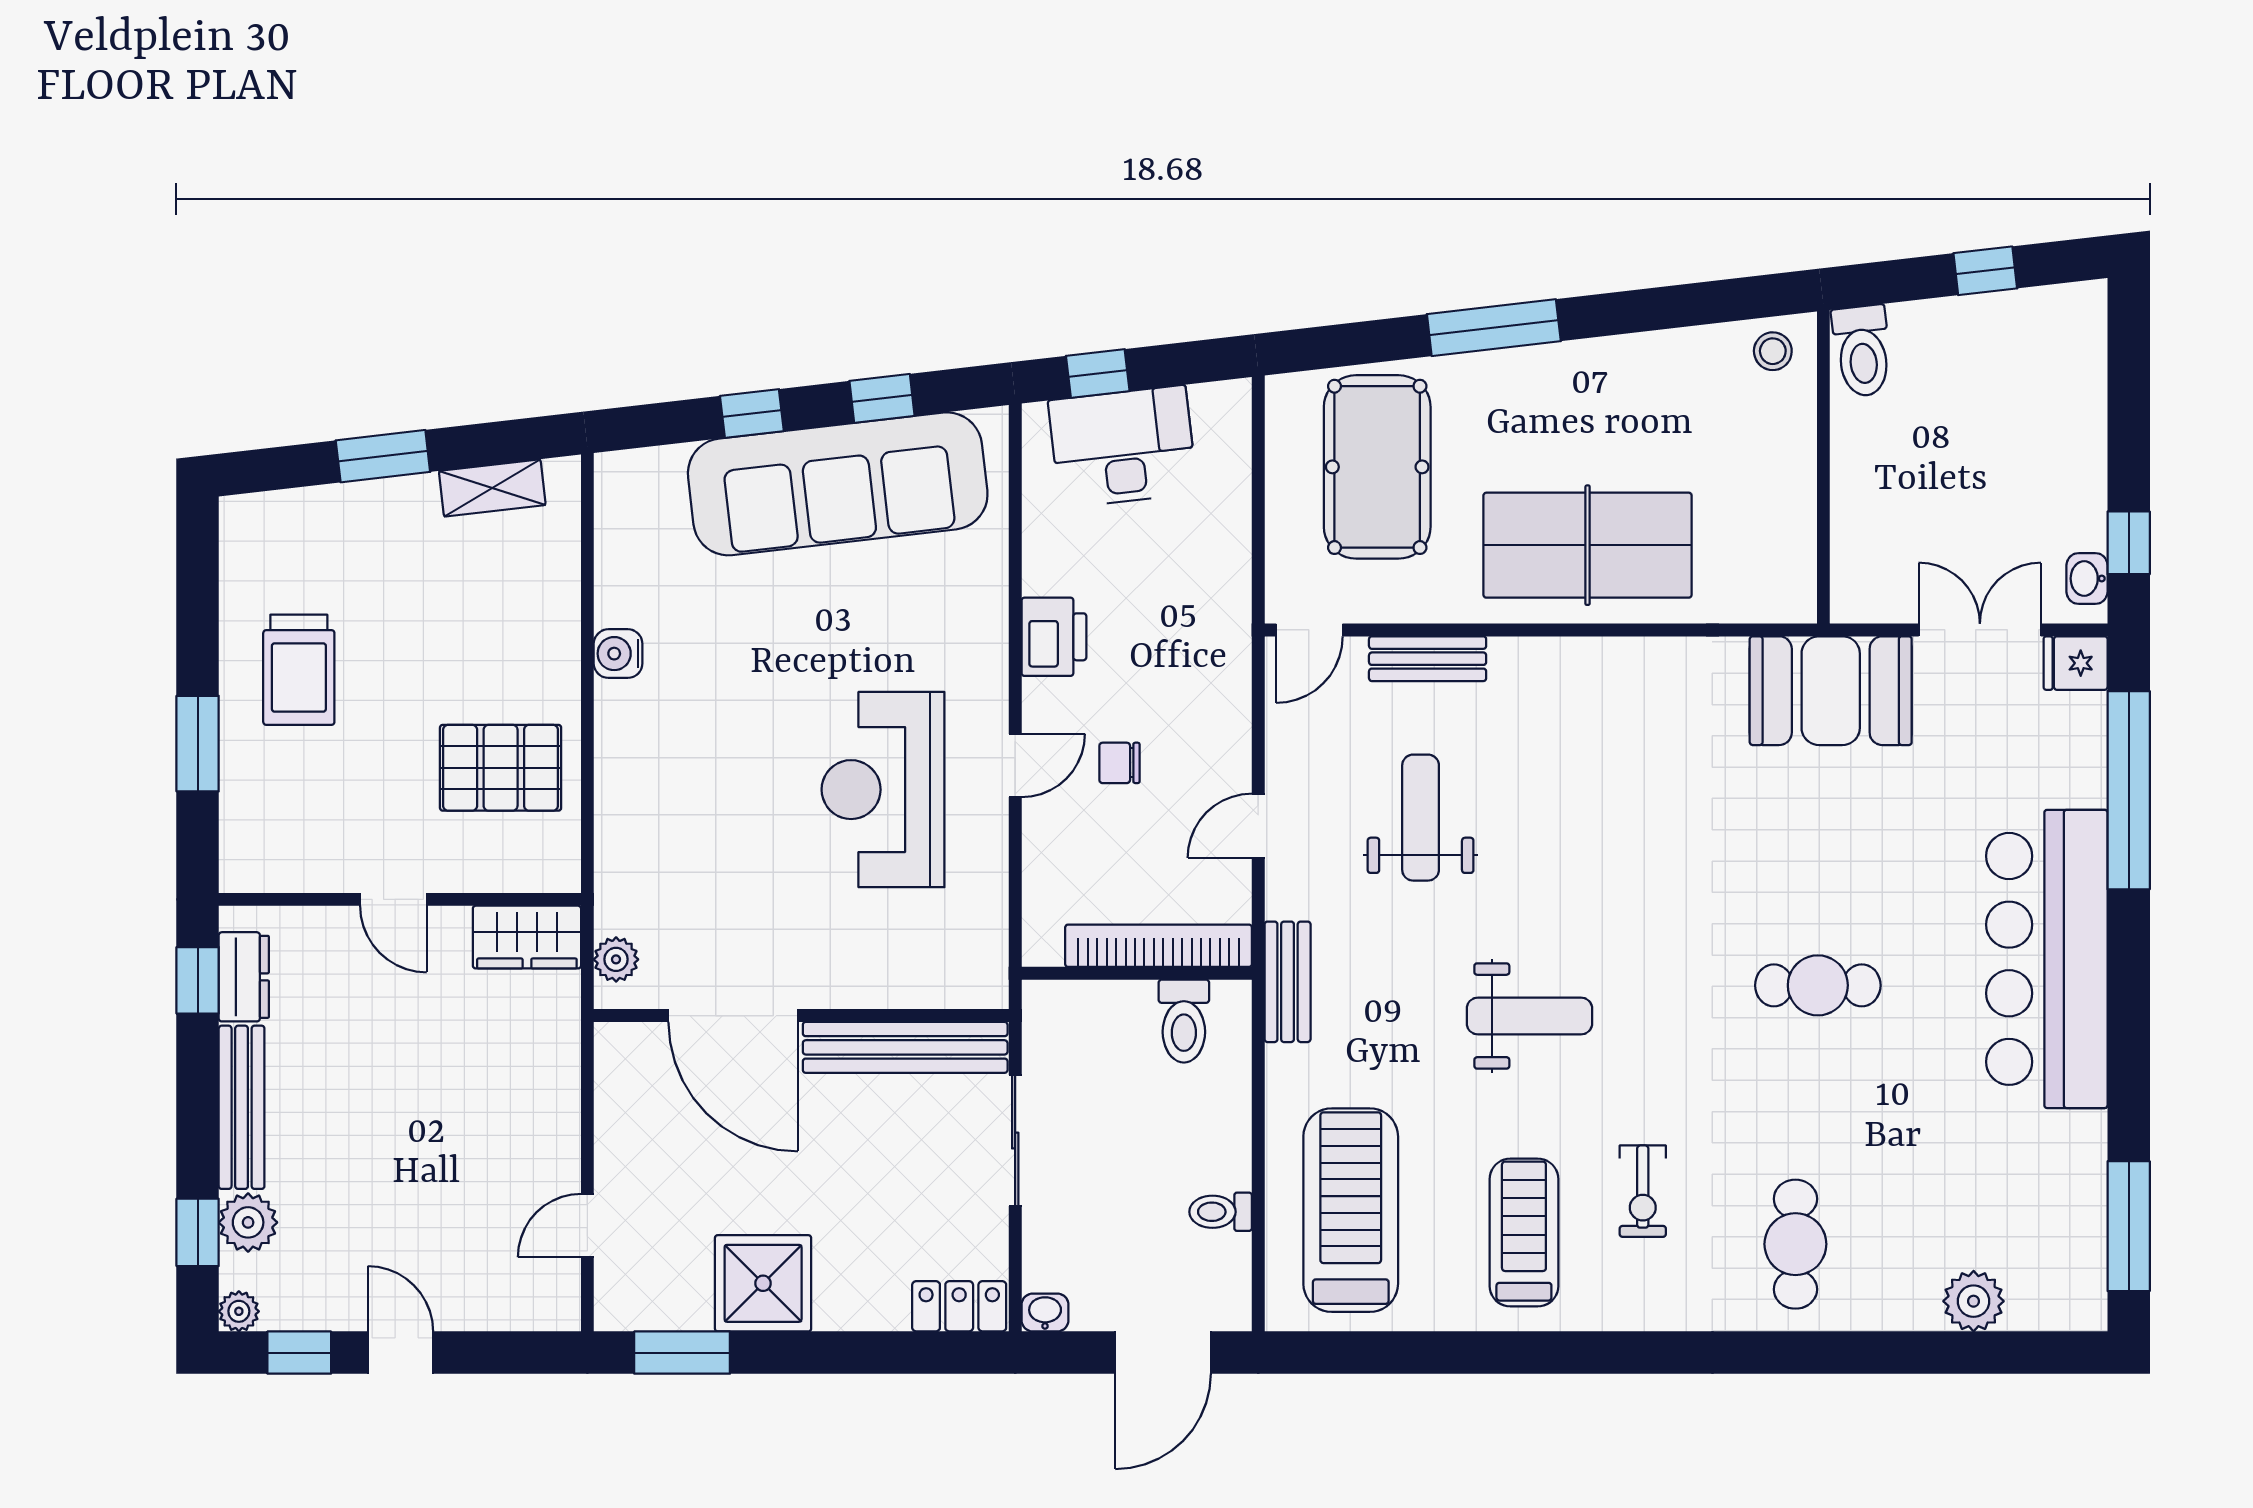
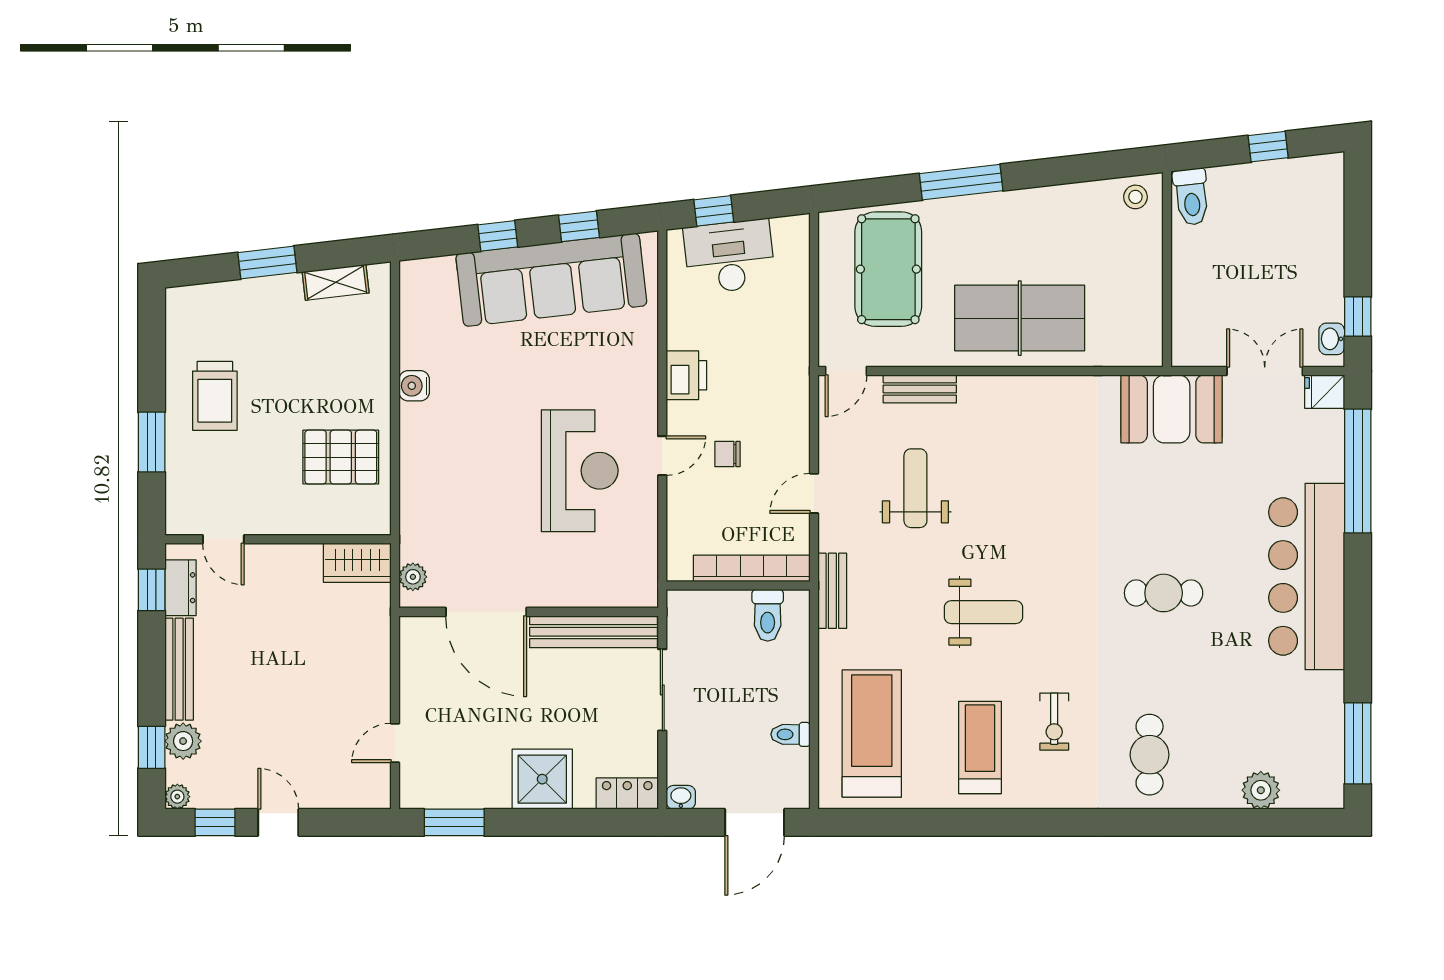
reception desk: (883, 790) -> (580, 471), turned 180
door: (393, 899) -> (223, 539), moved
shower: (763, 1283) -> (542, 779), moved

